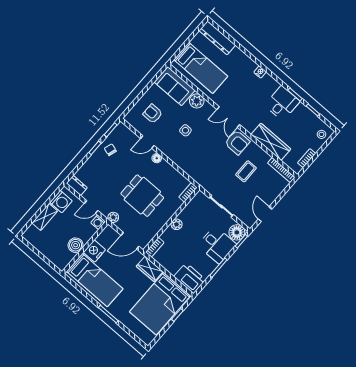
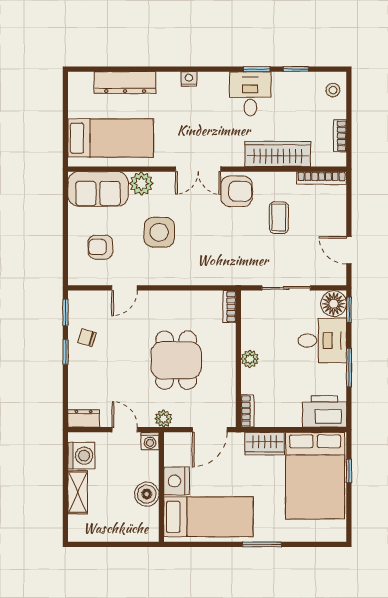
dresser: (217, 38) -> (125, 83), moved
side table: (185, 130) -> (159, 232), width x1.87, depth x1.87
floor lamp: (157, 158) -> (154, 298), removed
dining table: (142, 196) -> (176, 360), turned 90
door: (91, 207) -> (125, 430), swing flipped

